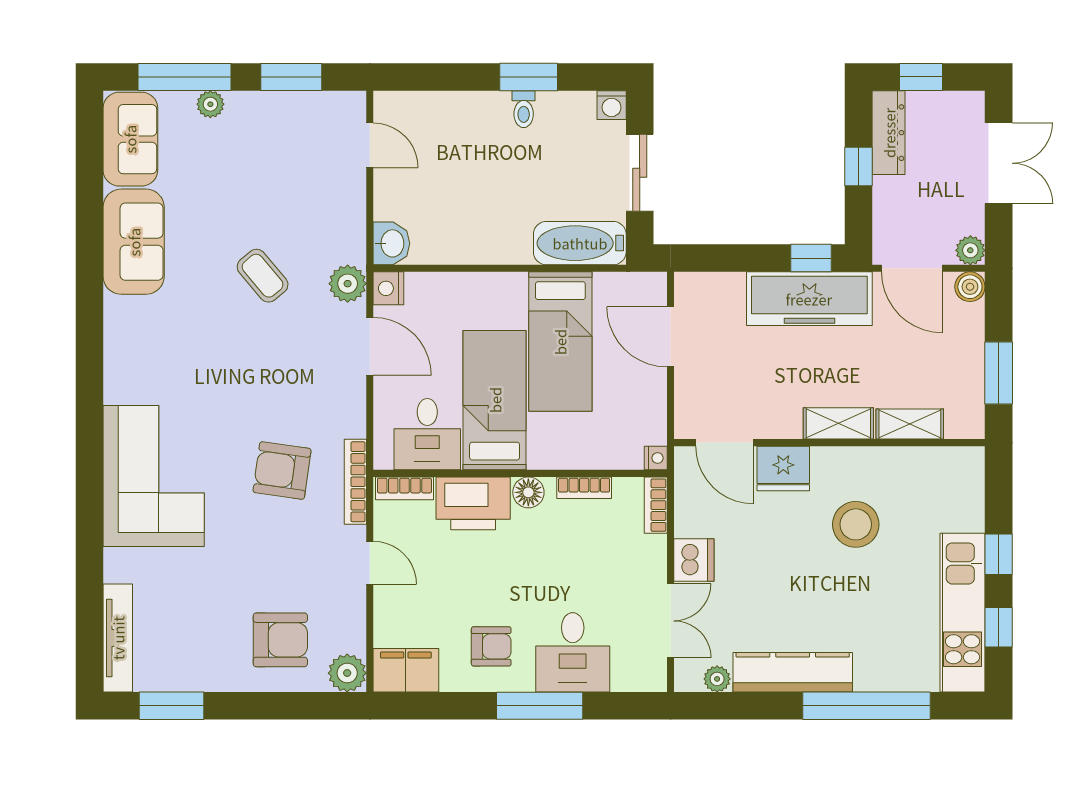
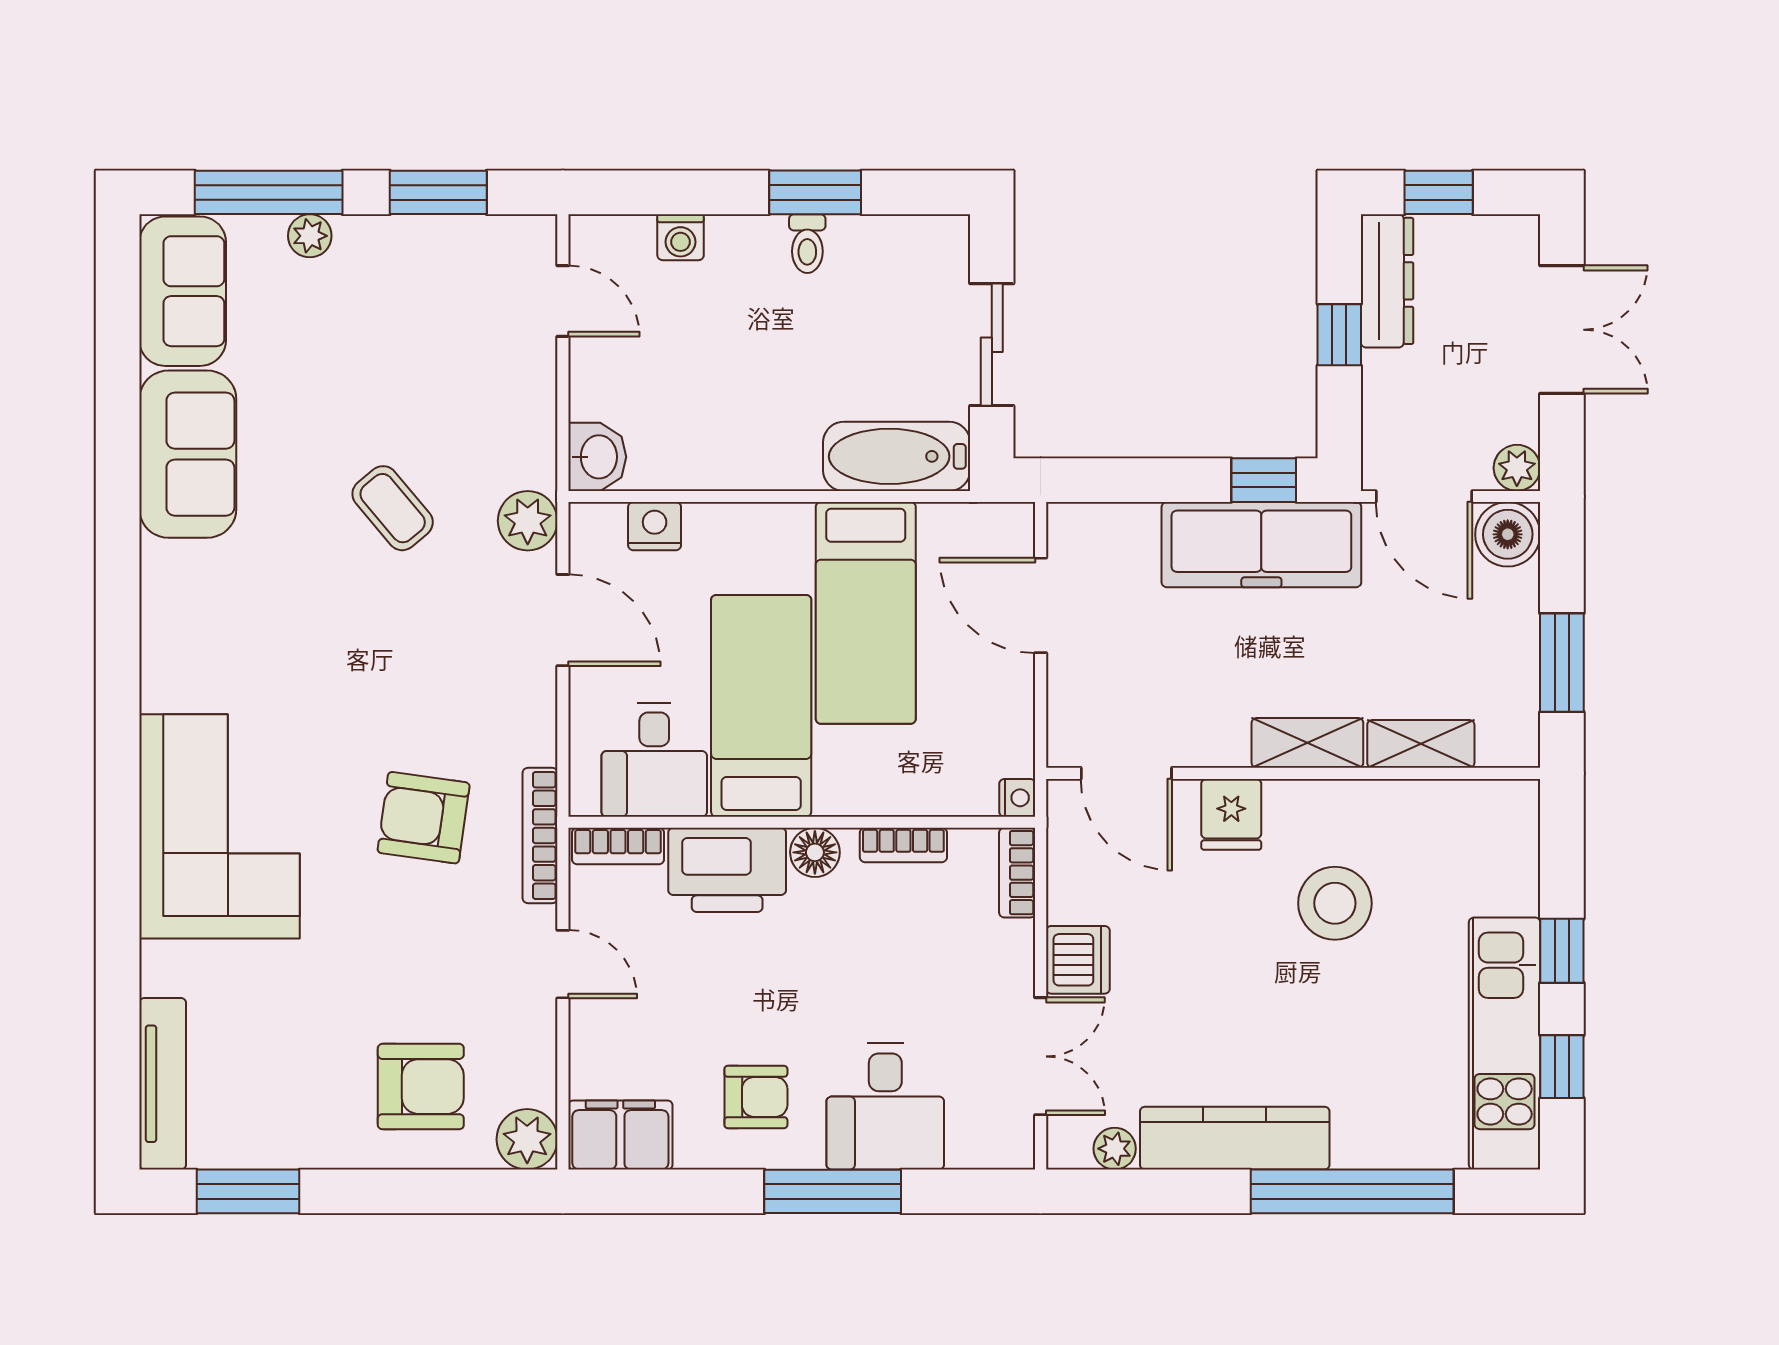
washing machine: (612, 105) -> (681, 237), moved
boiler: (970, 287) -> (1508, 534), width x1.36, depth x1.36
nightstand: (388, 288) -> (655, 526), moved, turned 90
fridge: (783, 468) -> (1231, 814), width x0.72

